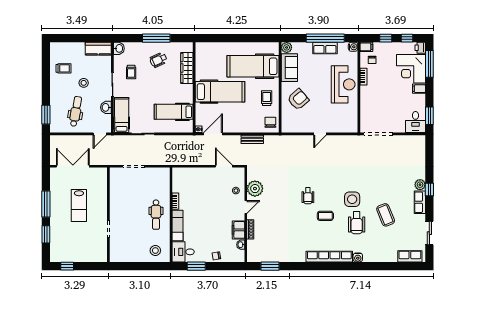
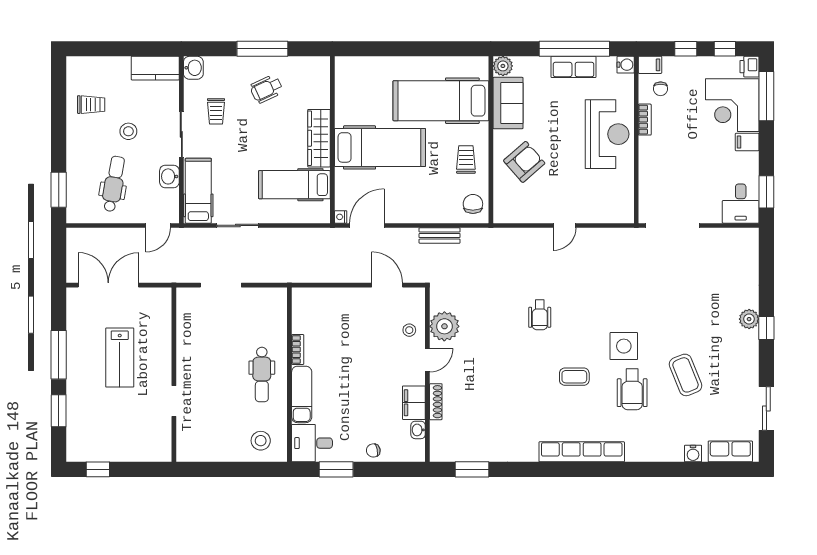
wardrobe: (187, 68) -> (319, 138), moved
wheelchair: (308, 196) -> (540, 315), moved
row of seats: (420, 202) -> (749, 352), removed
water cooler: (358, 257) -> (693, 453), moved

